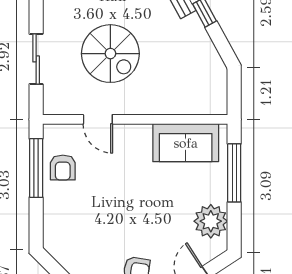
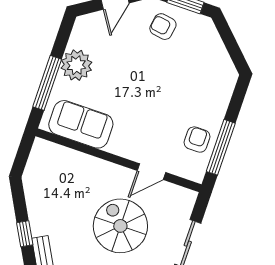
door: (98, 119) -> (151, 172), swing flipped
plant: (211, 221) -> (76, 65), moved

